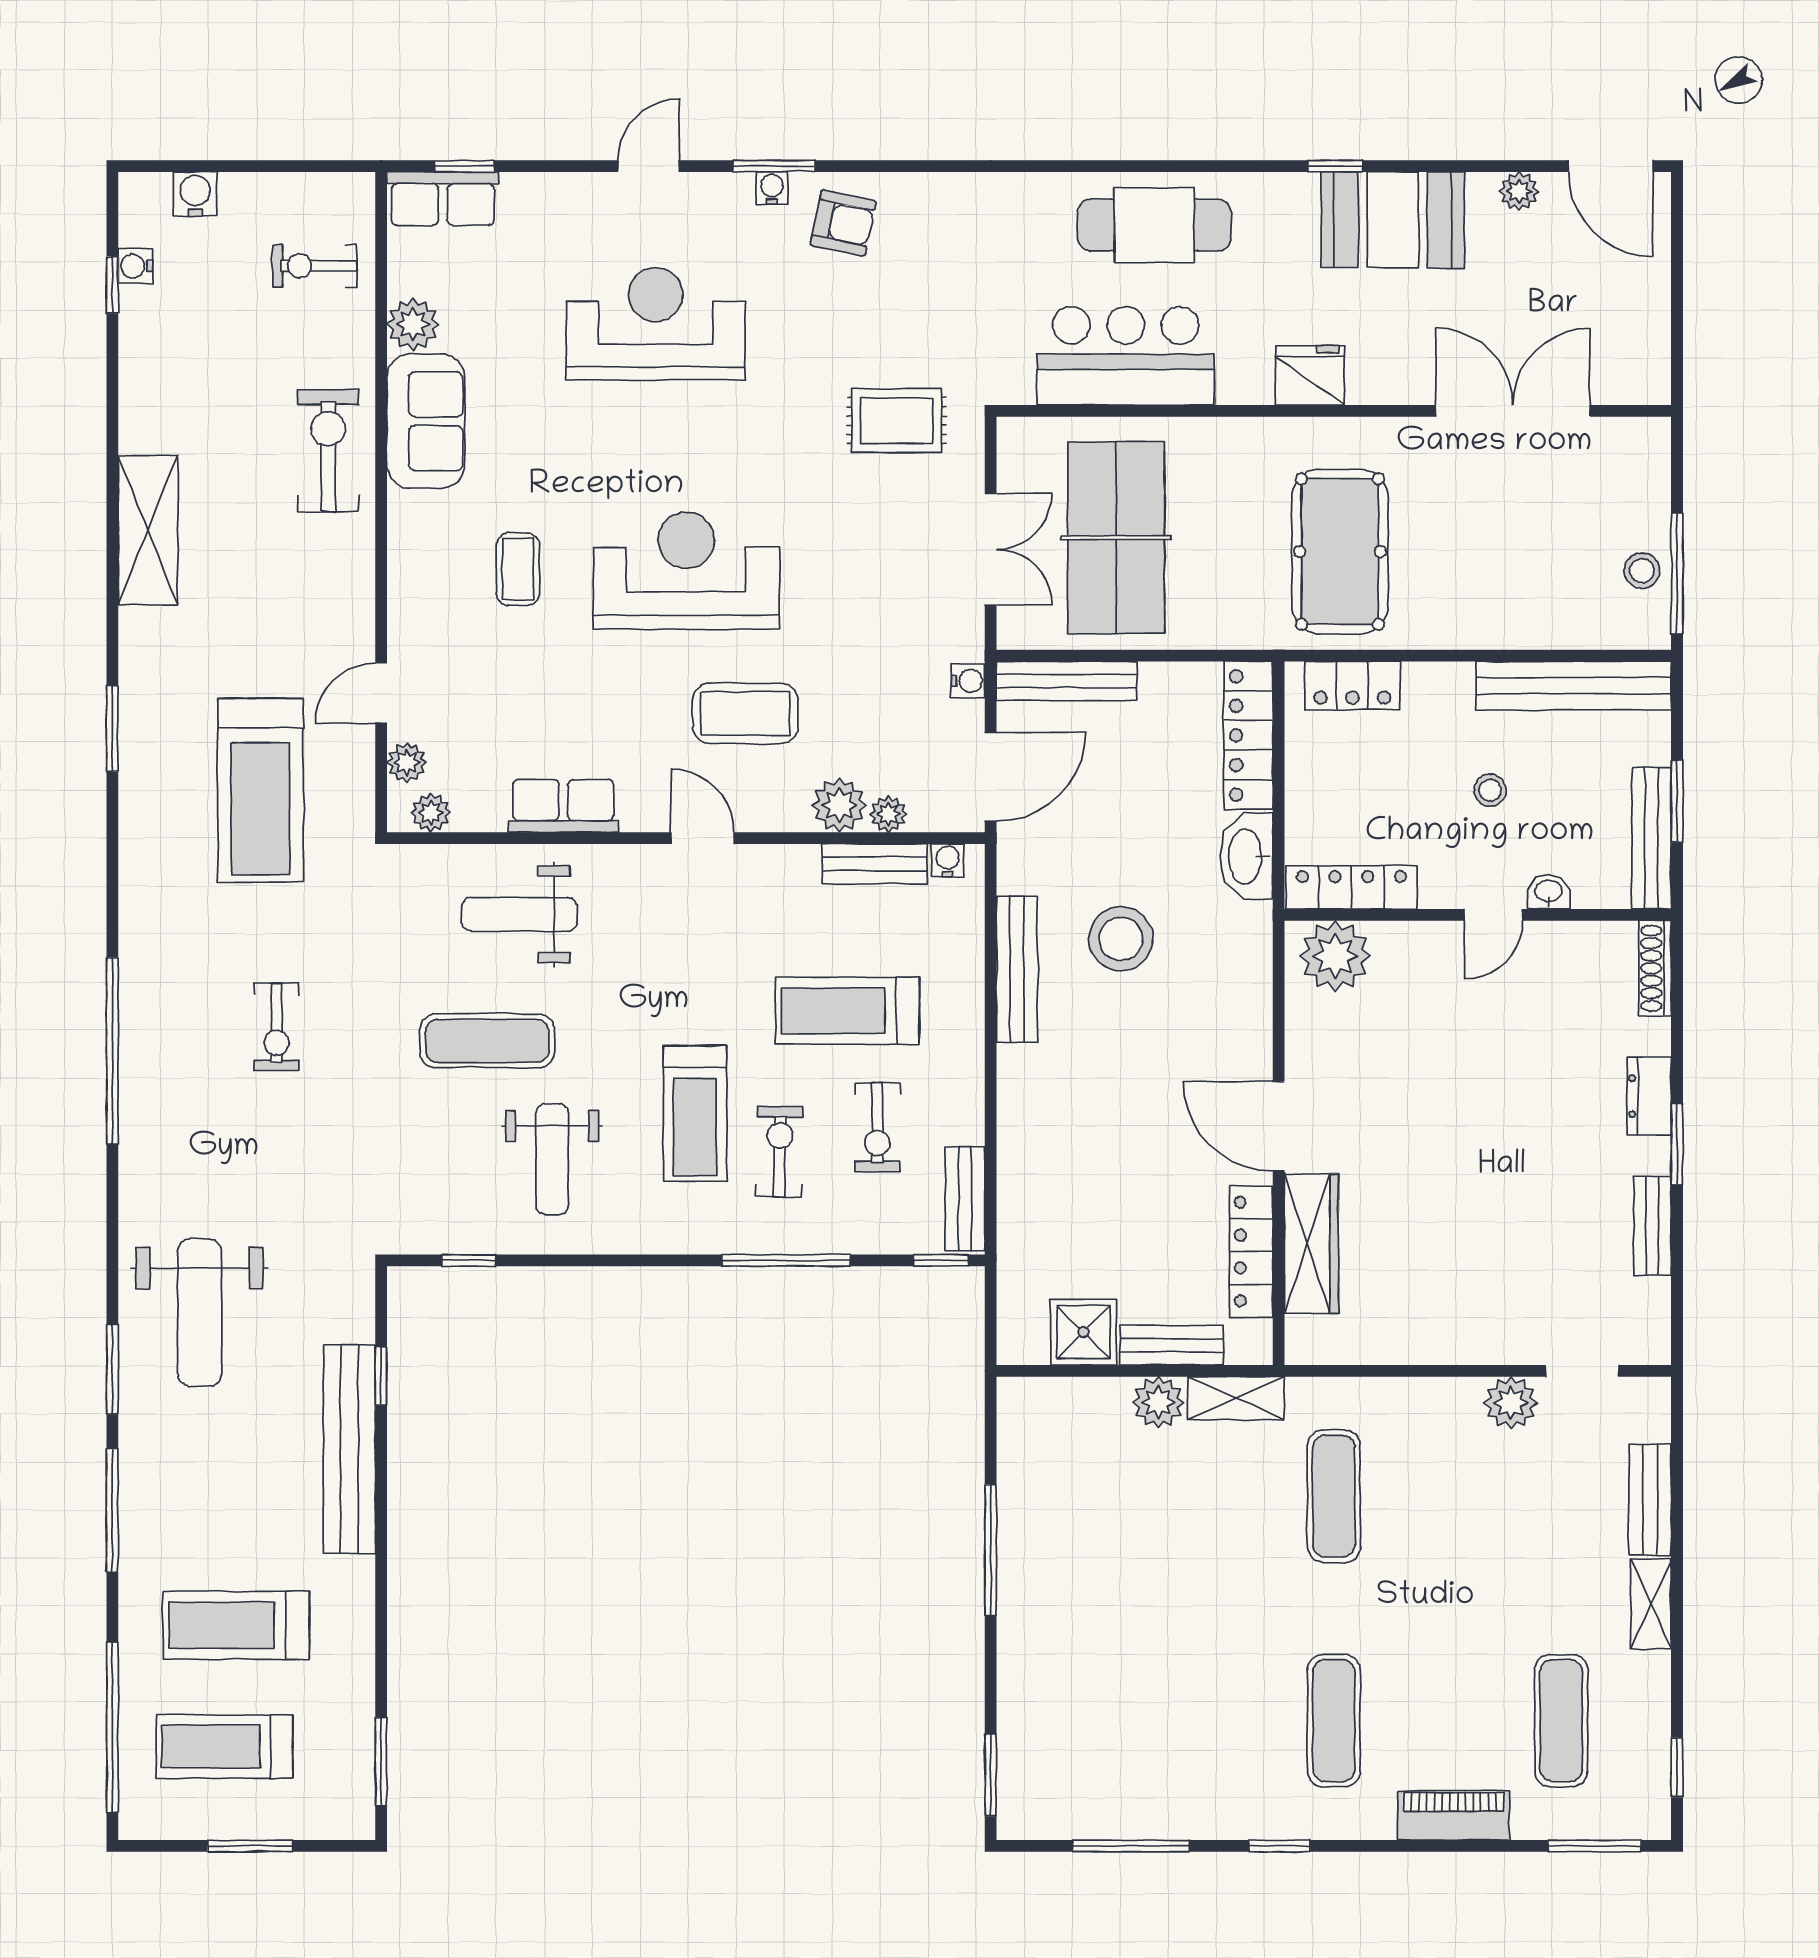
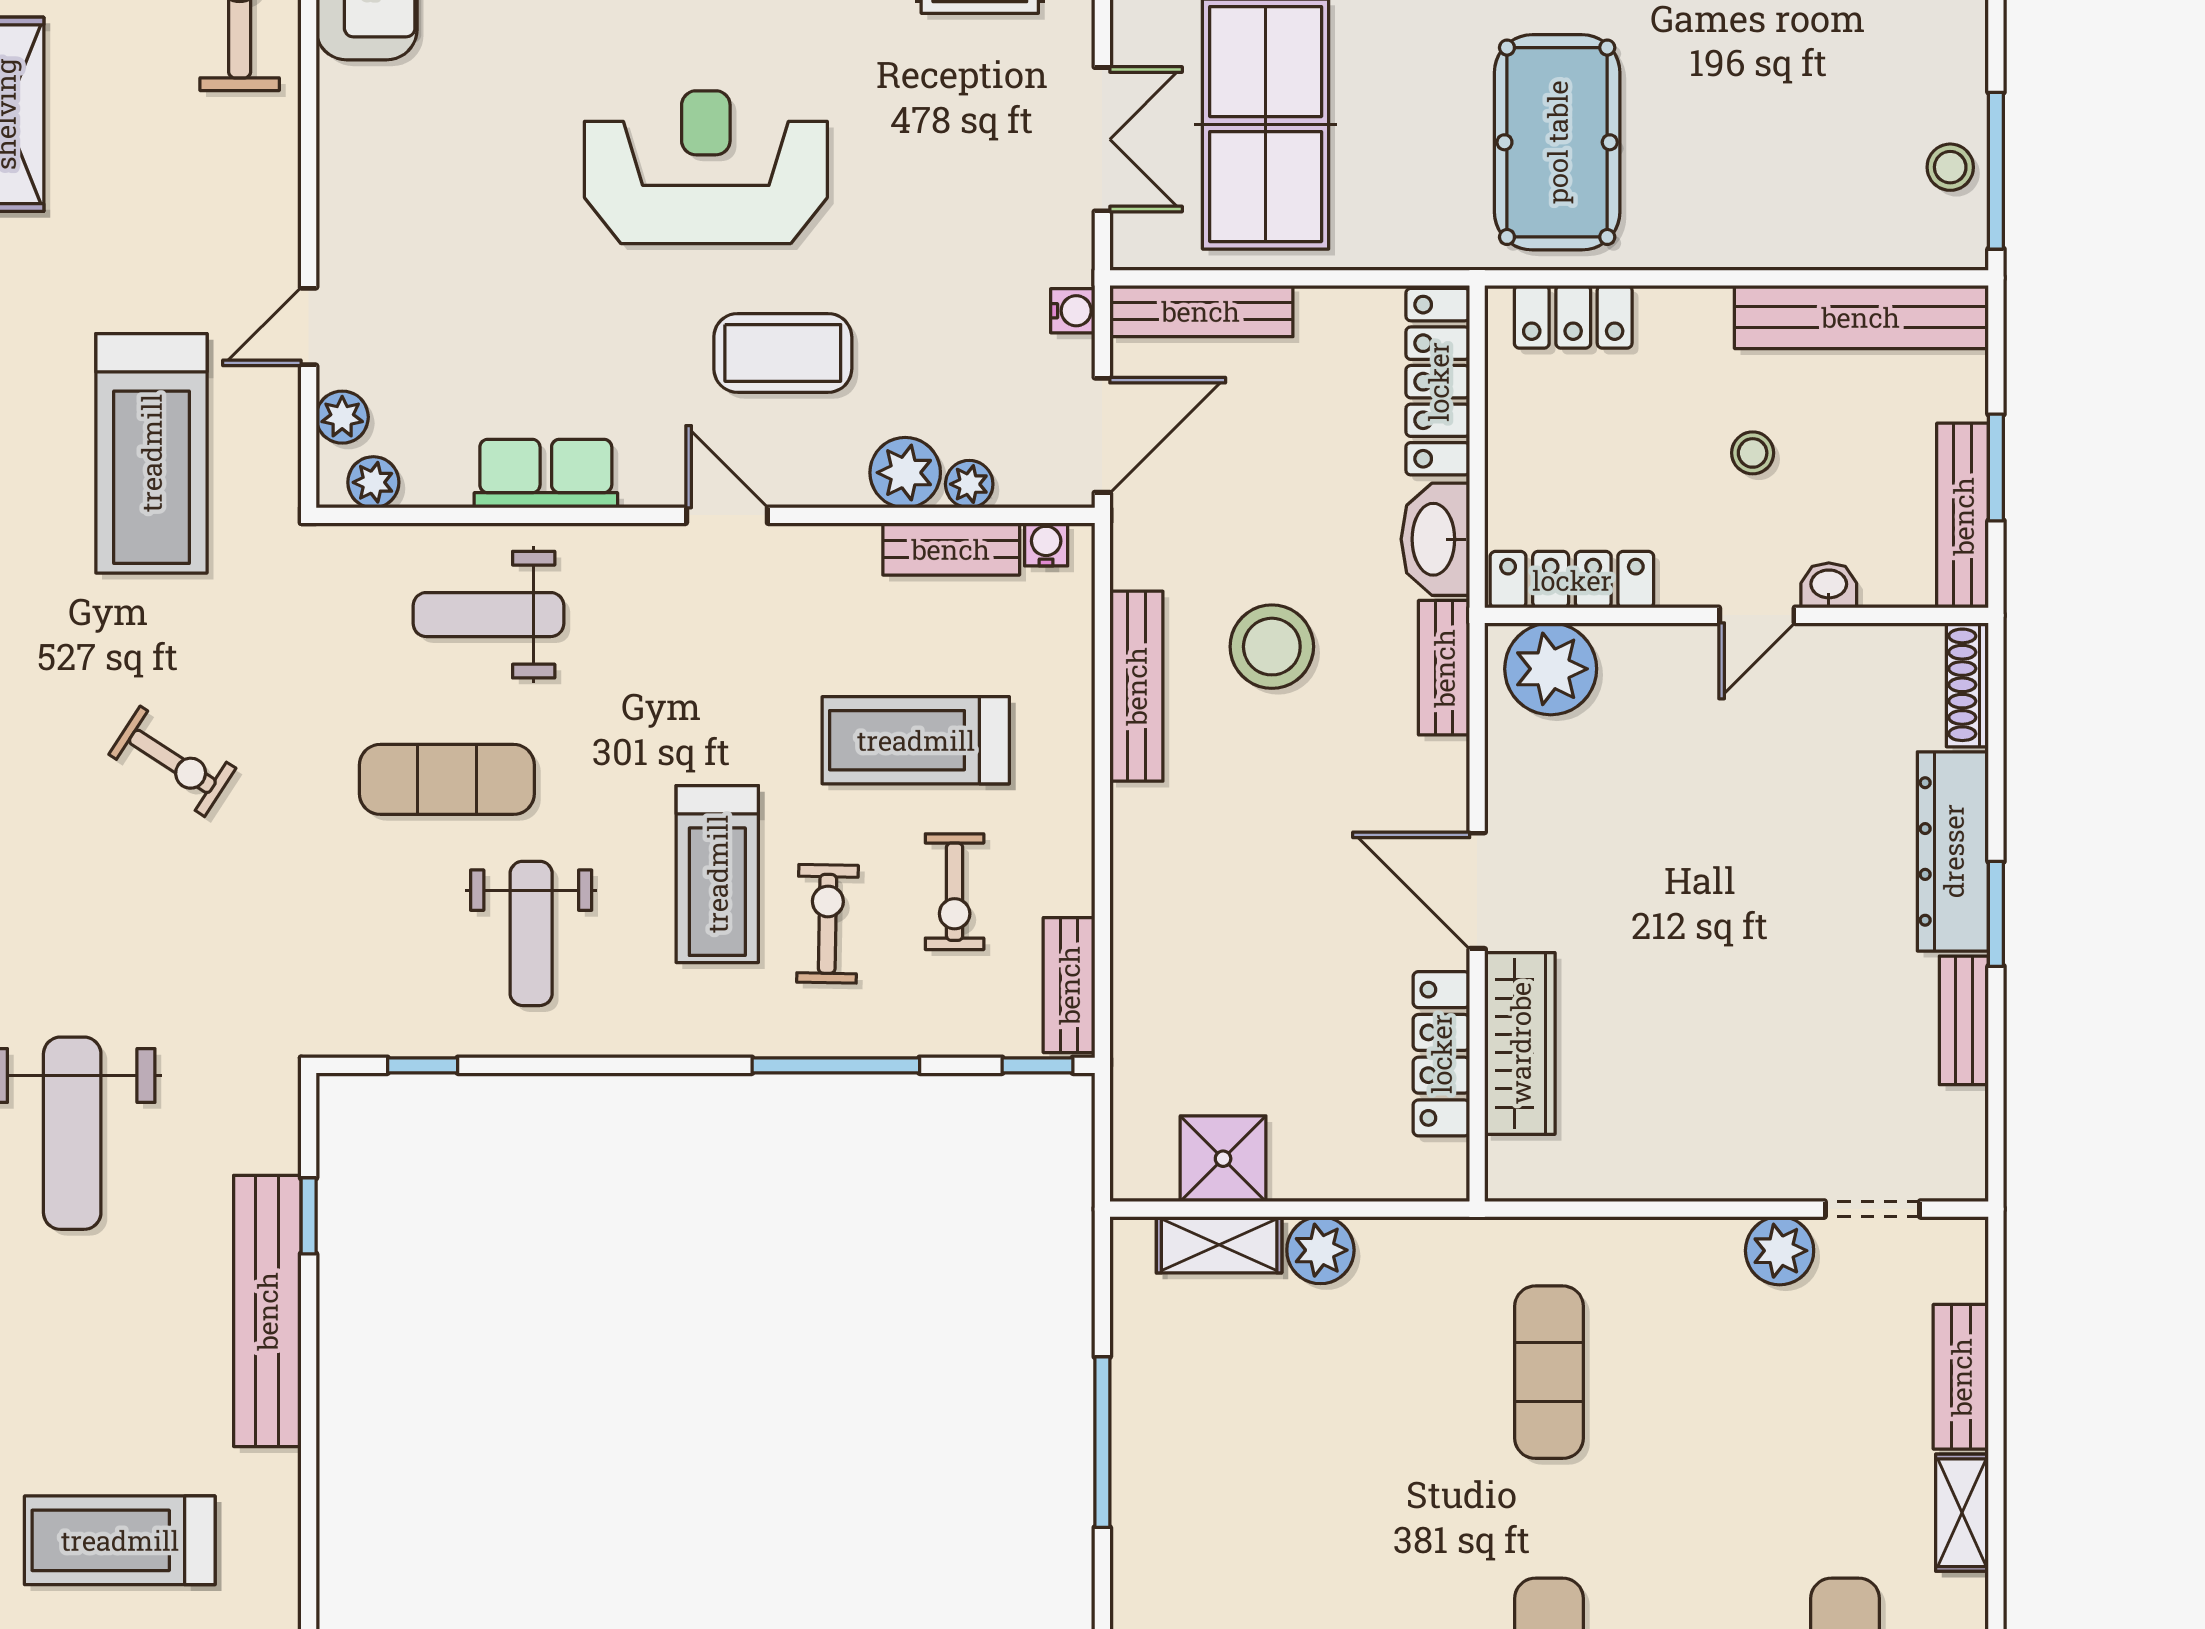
coffee table: (518, 569) -> (487, 165), removed
exercise bike: (277, 1027) -> (172, 761), turned -57
dresser: (1649, 1096) -> (1953, 851), width x1.96, depth x1.24
bench: (1172, 1345) -> (1444, 668), moved, turned 90
shelving: (1236, 1398) -> (1219, 1245), moved

